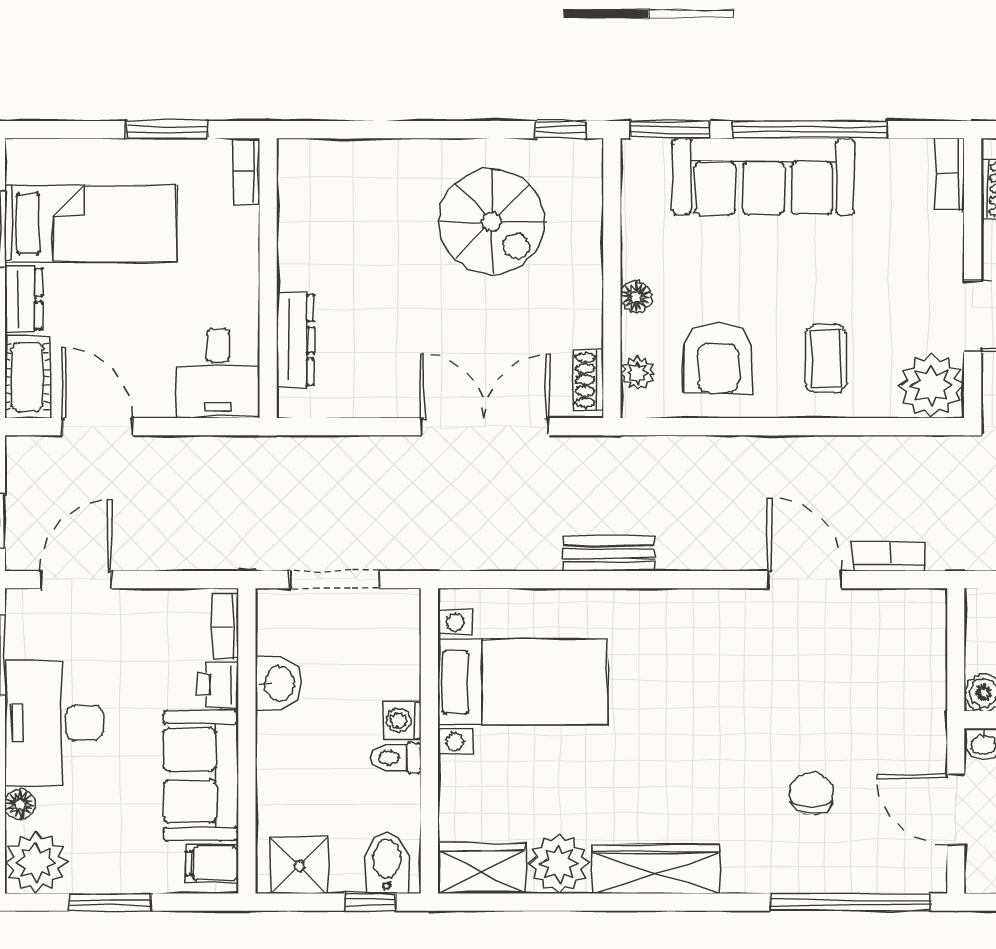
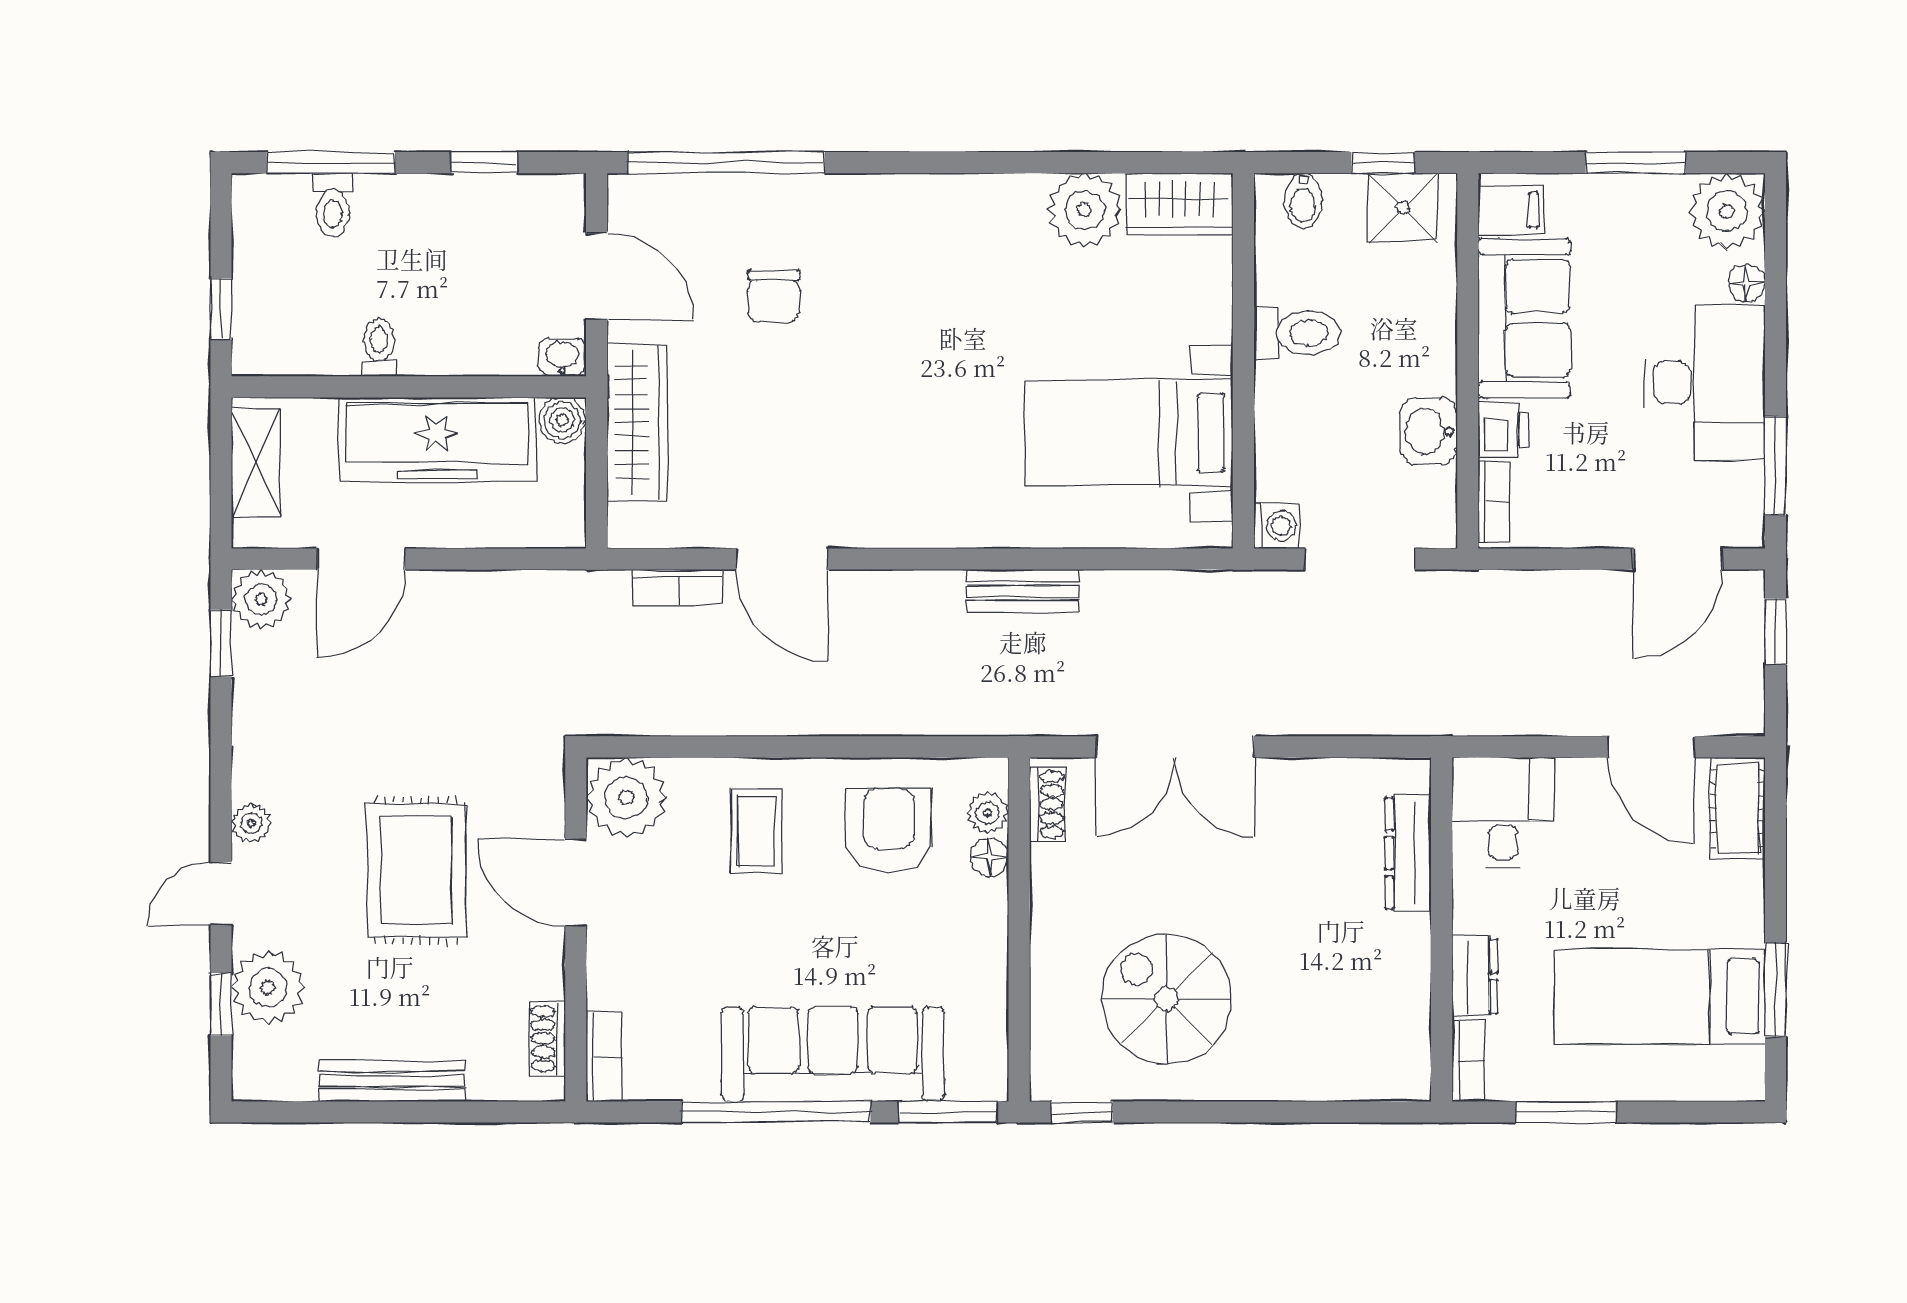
floor lamp: (636, 297) -> (989, 857), moved
dresser: (23, 299) -> (1475, 976), moved, turned 180
washing machine: (402, 720) -> (1277, 526), moved
toilet: (396, 758) -> (1297, 333), width x1.37, depth x1.39
bidet: (387, 863) -> (1303, 201), width x0.72, depth x0.74
wardrobe: (656, 869) -> (637, 422), moved, turned -90
window: (370, 902) -> (1383, 163), moved

